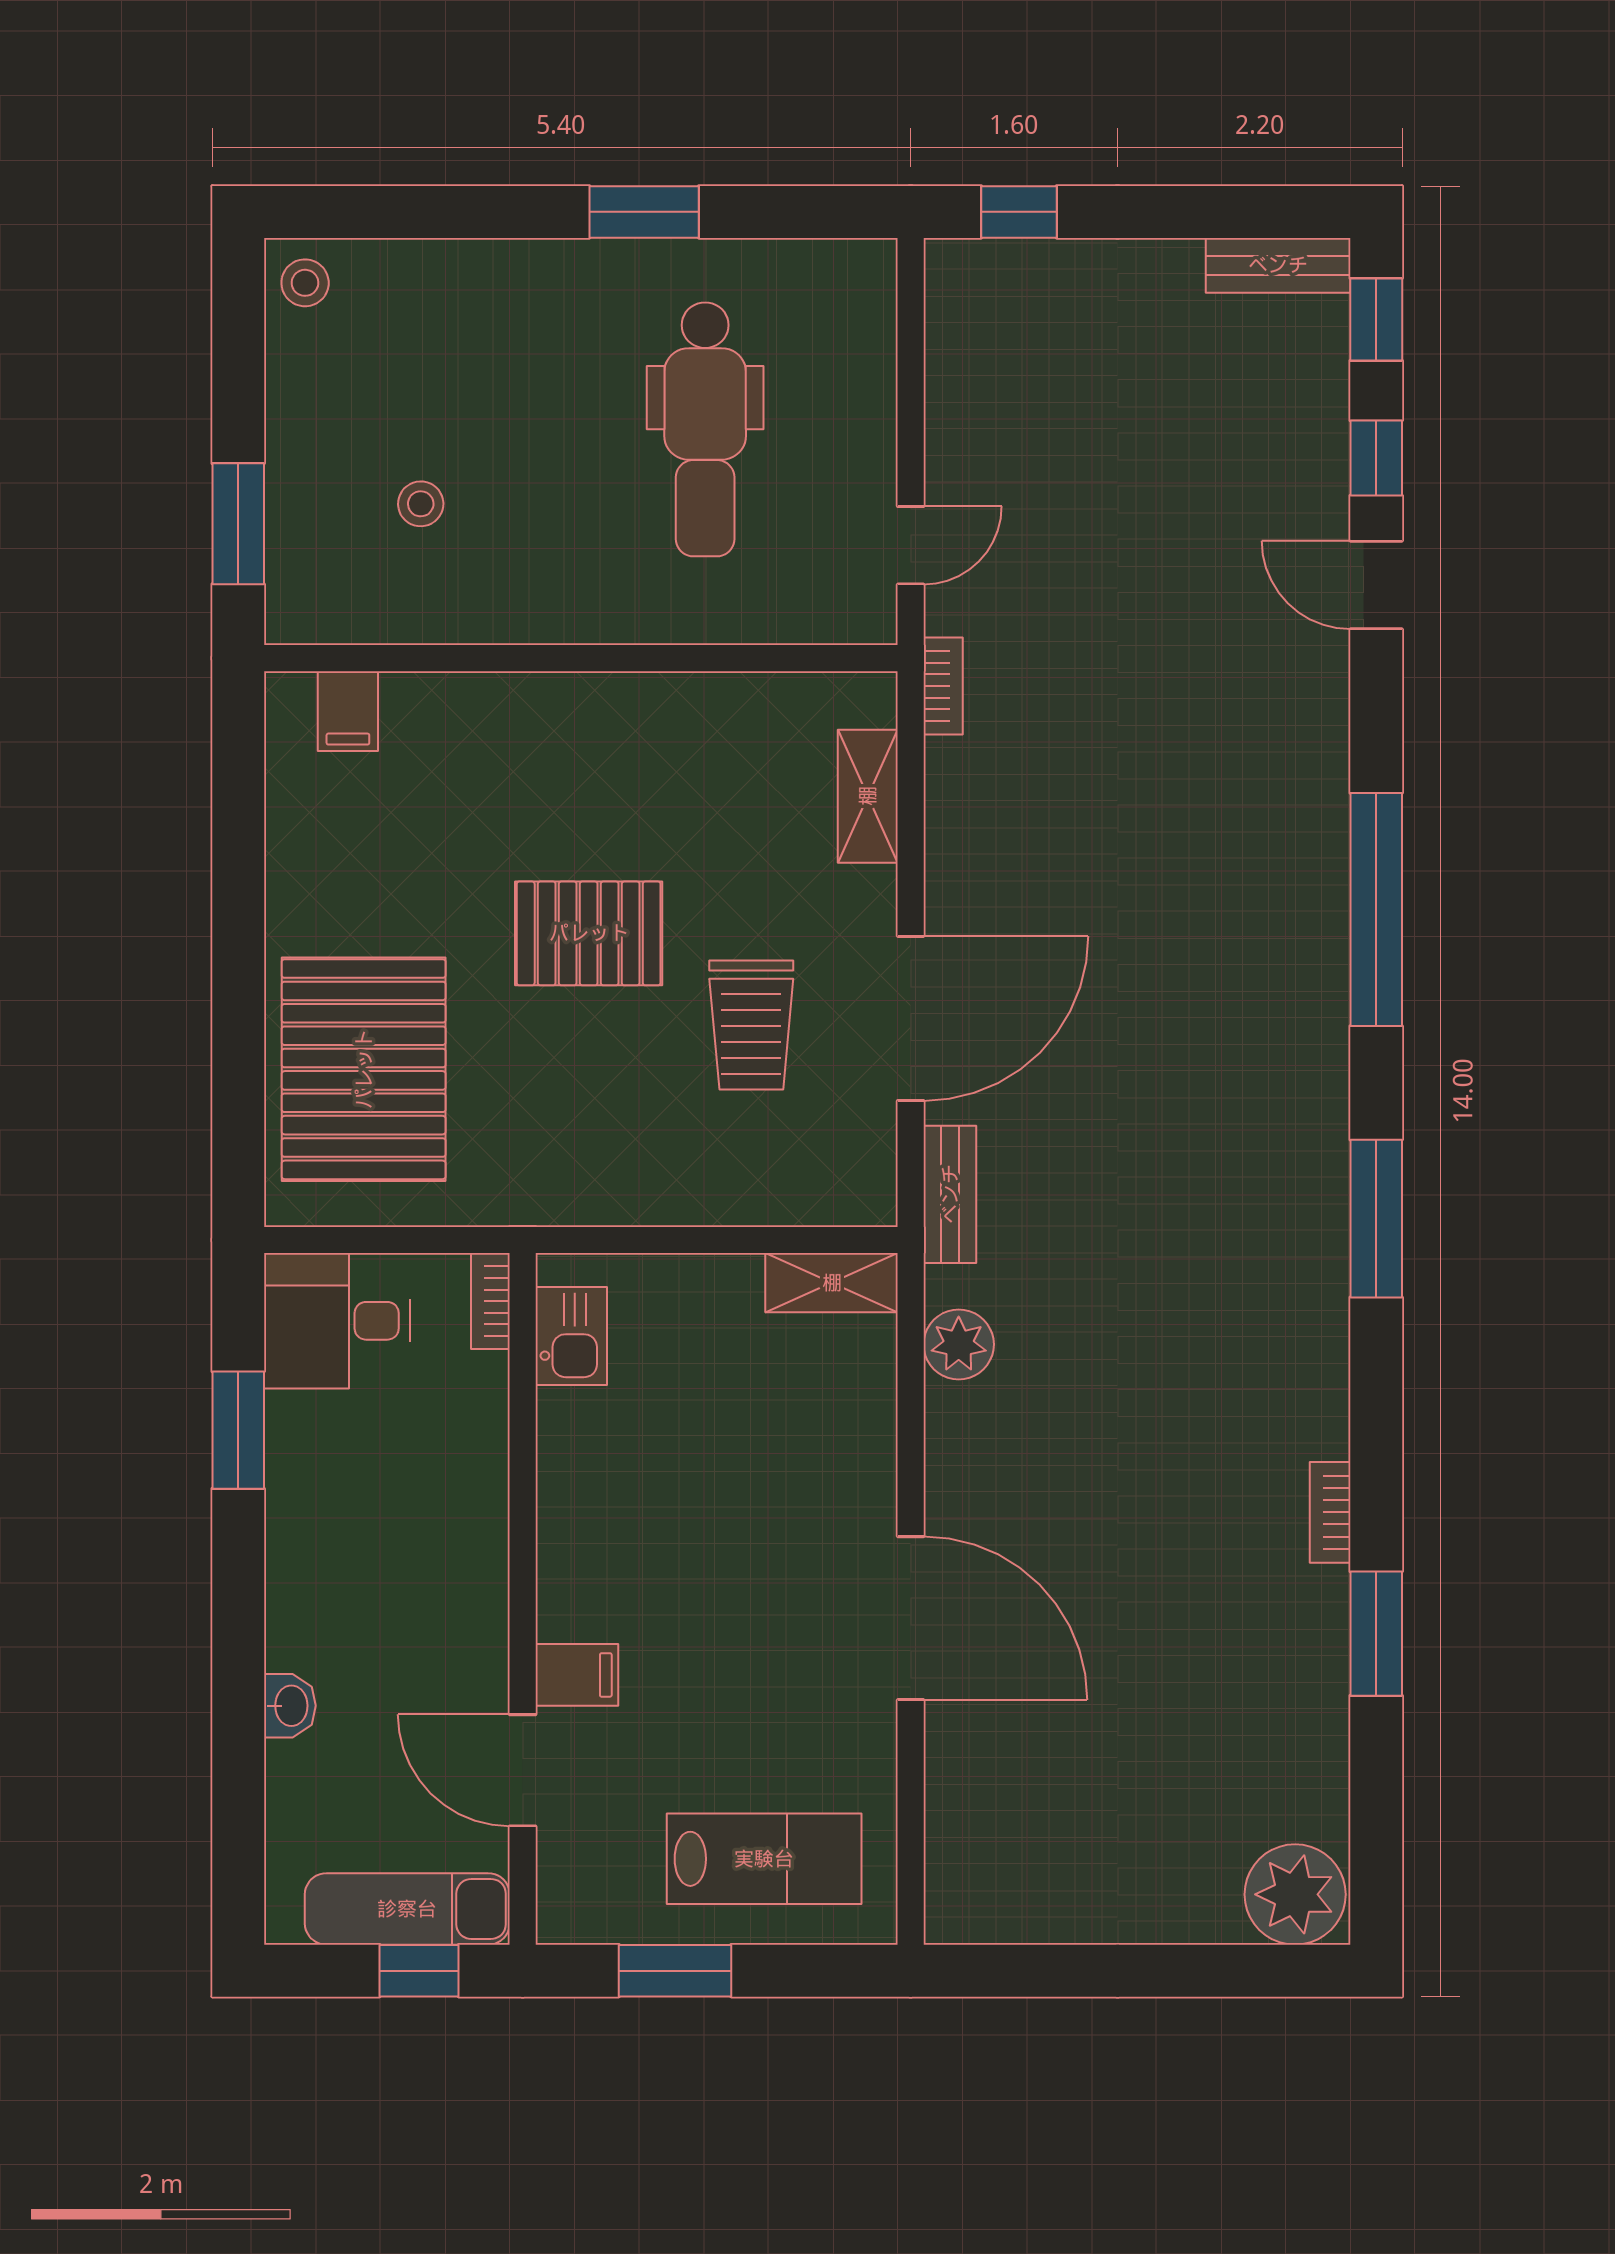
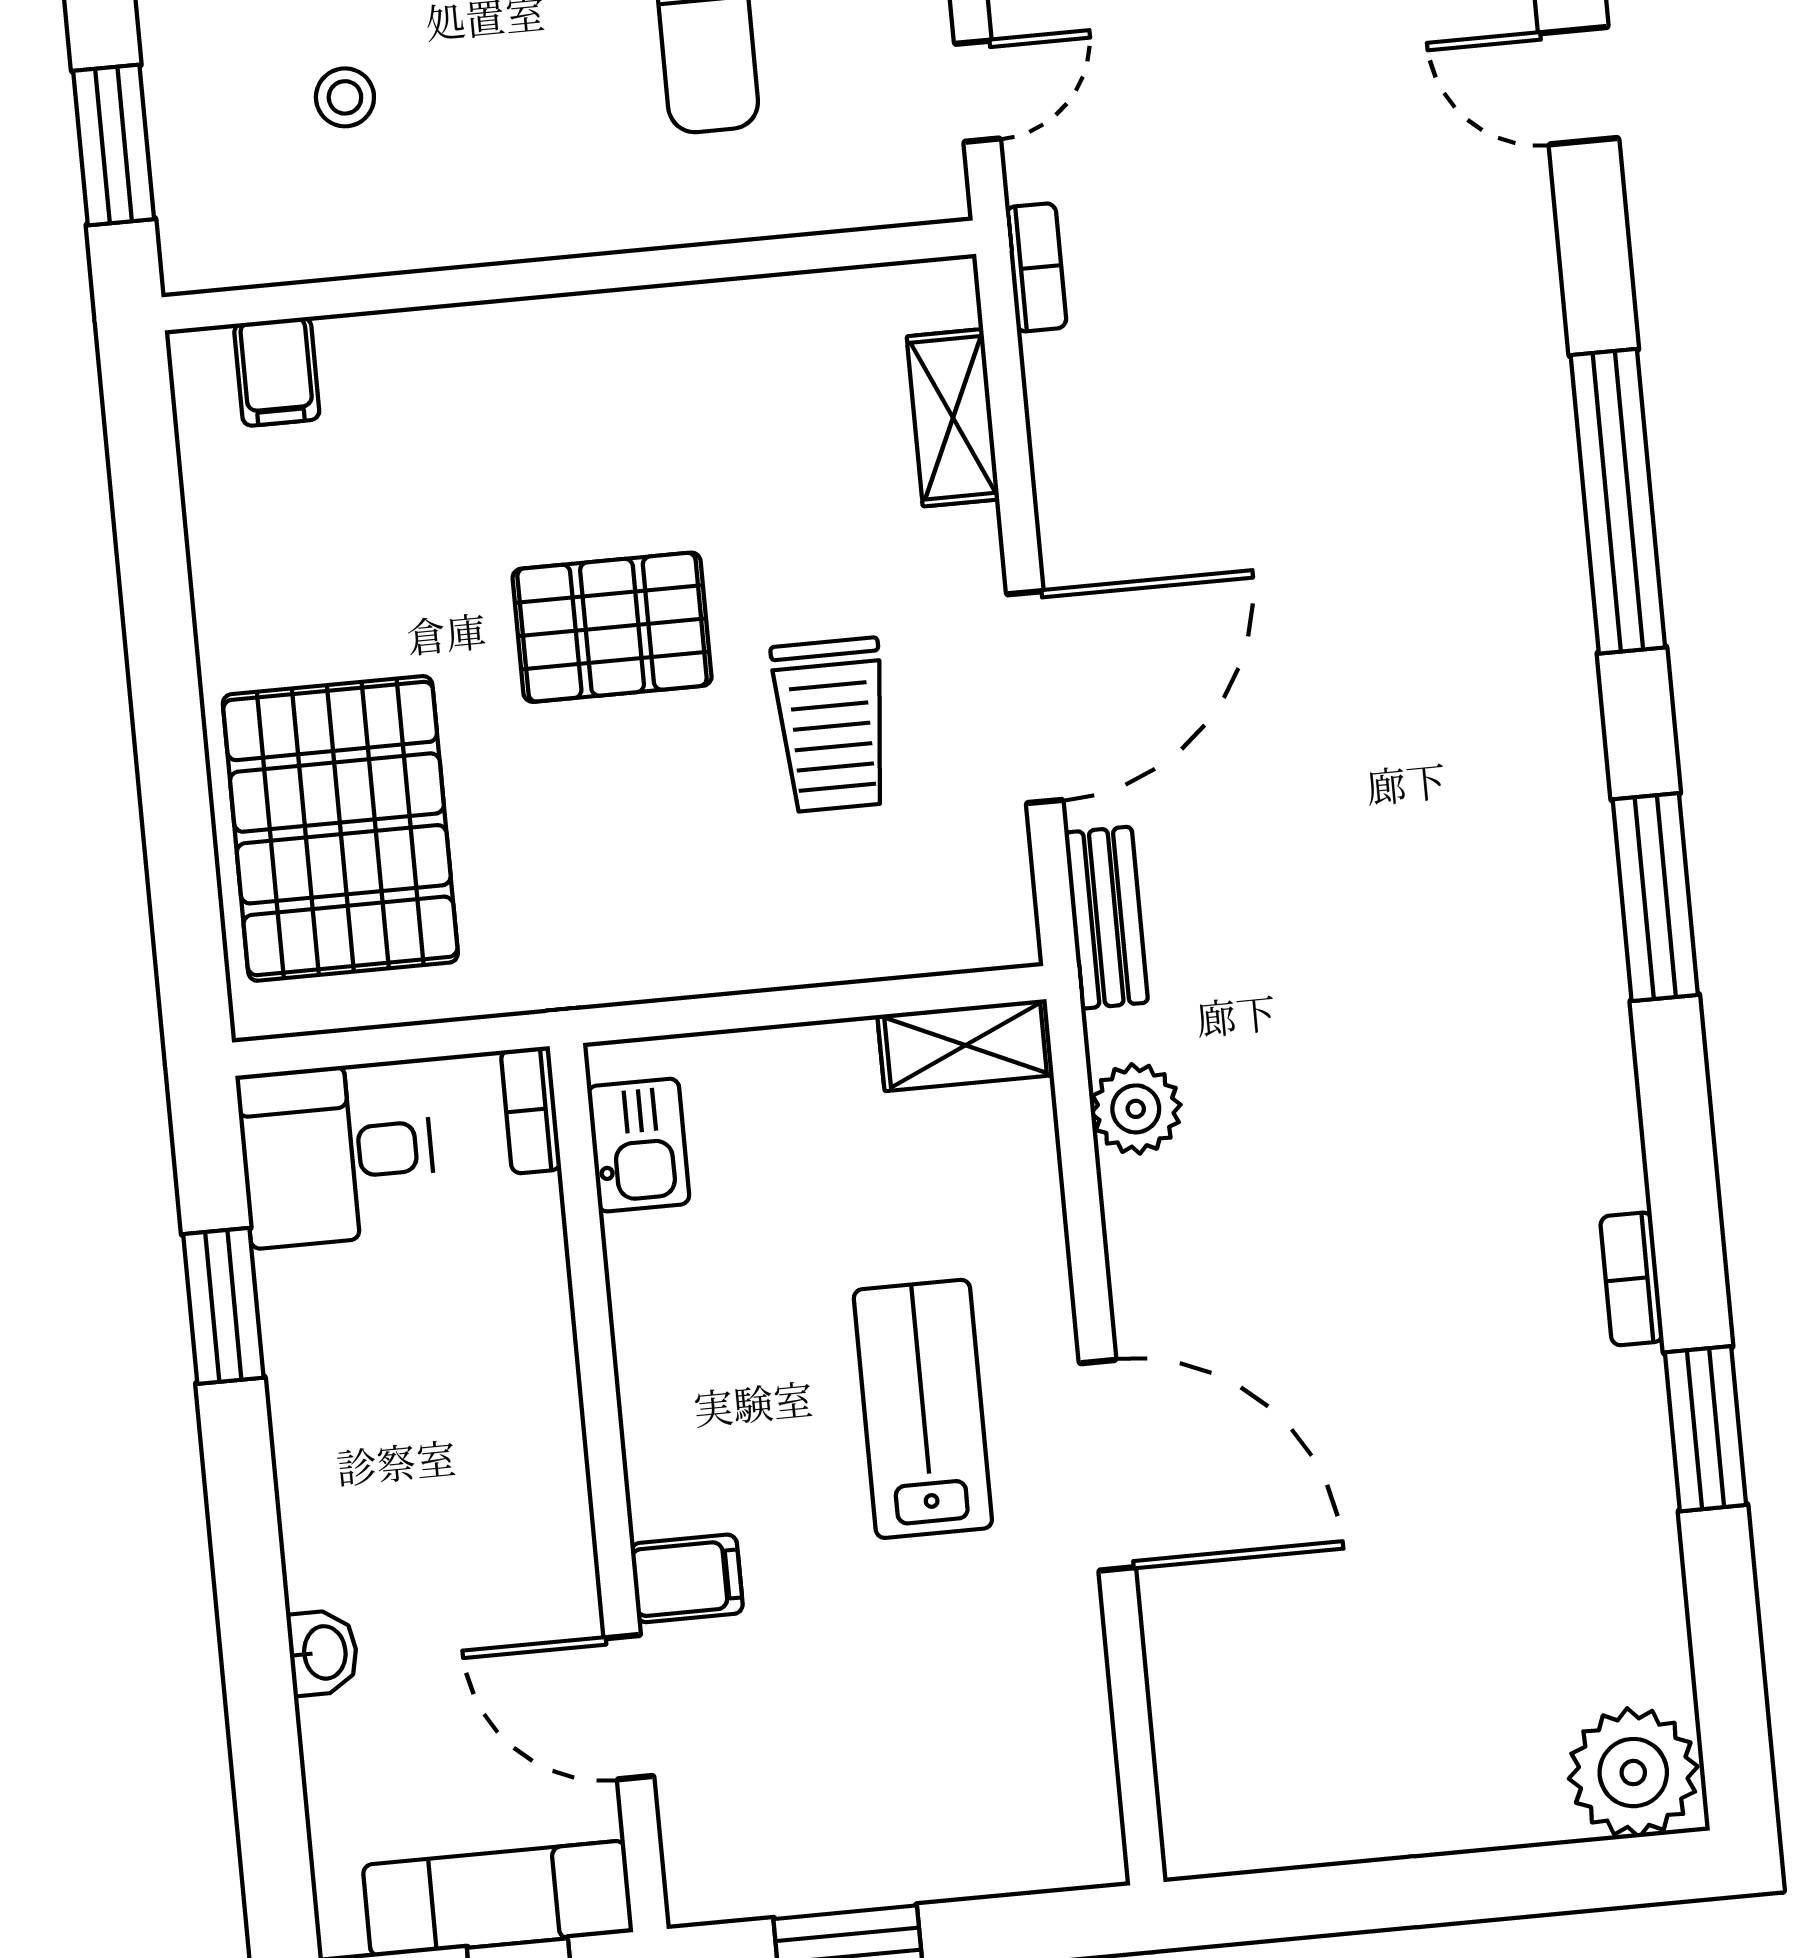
lab bench: (764, 1859) -> (923, 1409), moved, turned -90

